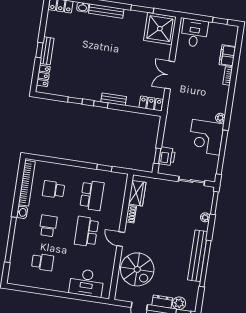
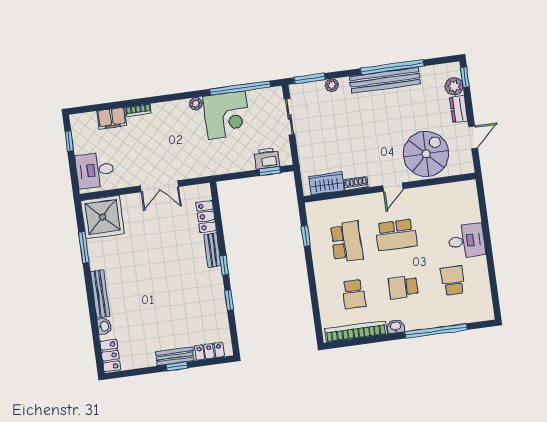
locker: (151, 103) -> (206, 216), moved
school desk: (92, 195) -> (347, 242), turned 90
desk: (87, 283) -> (466, 241), moved, width x0.73

